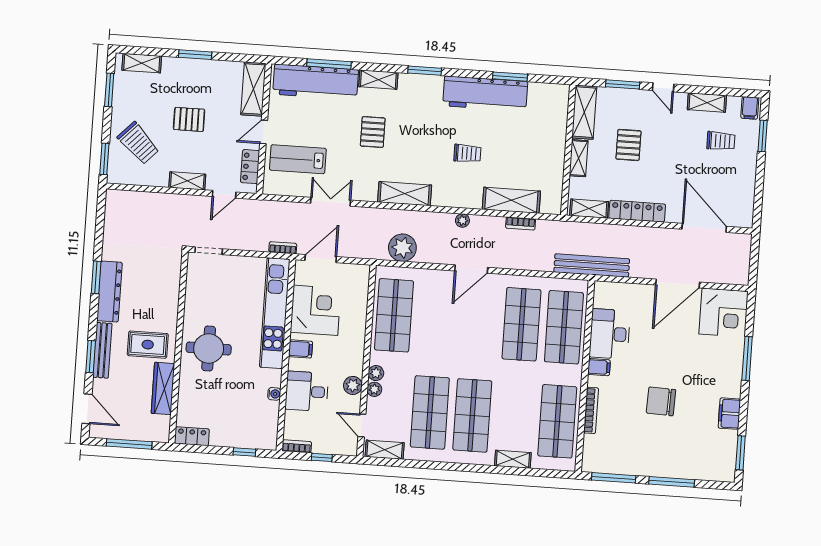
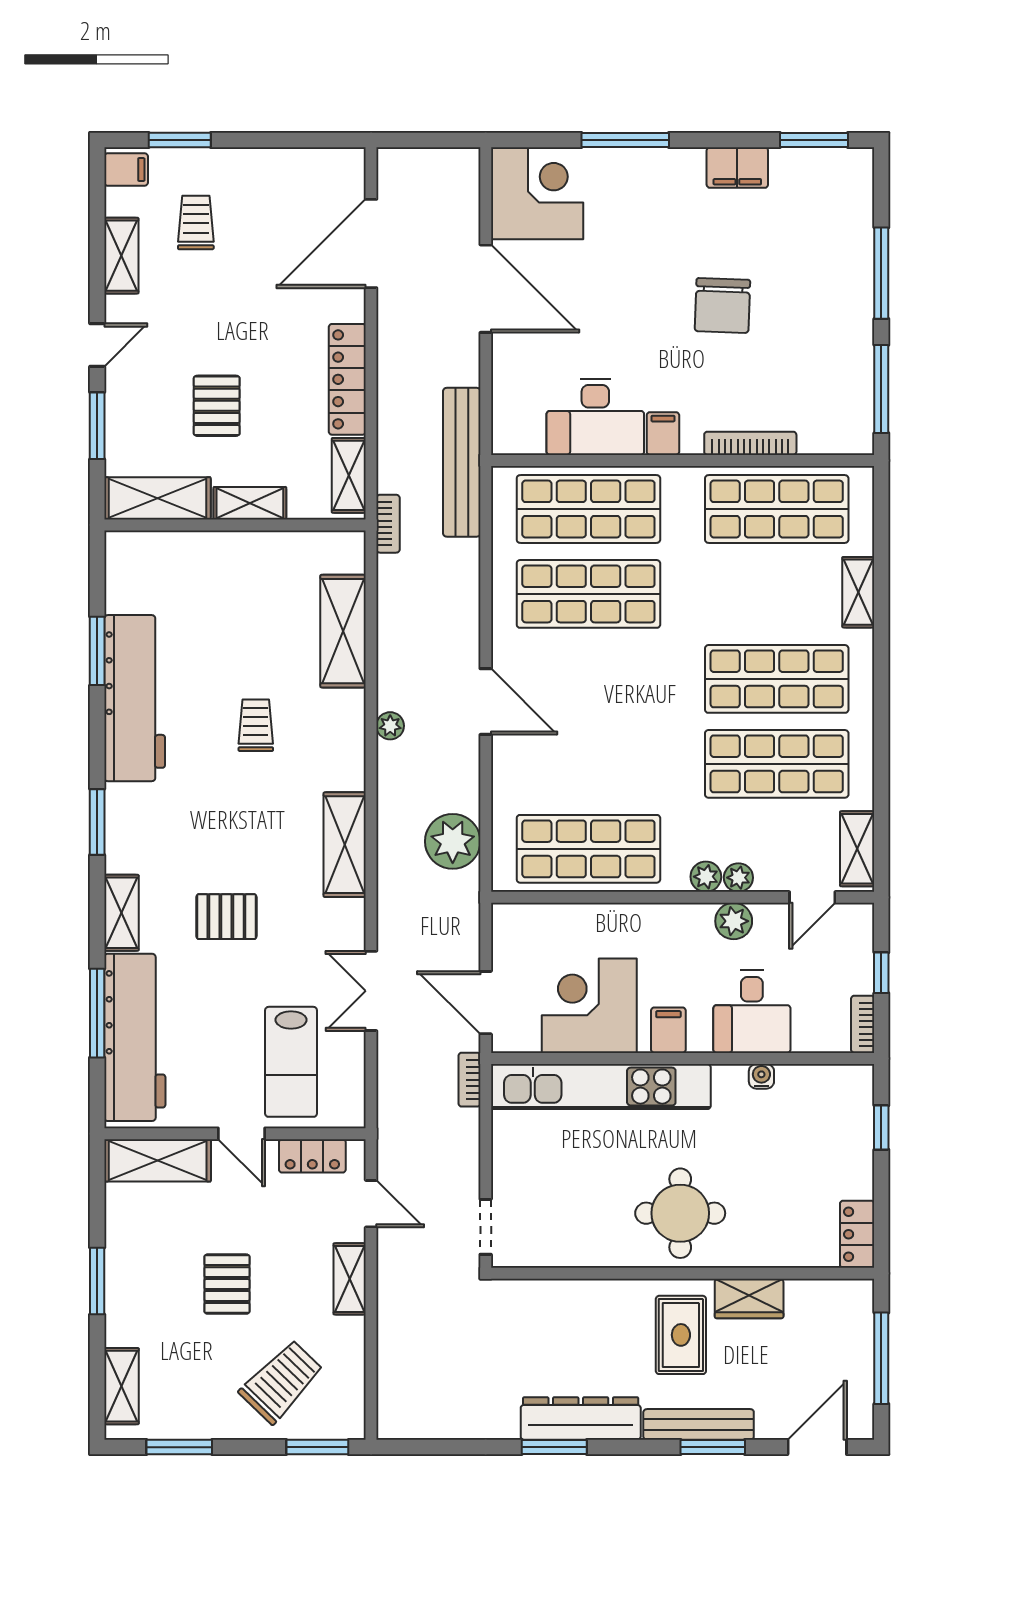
pallet: (628, 145) -> (217, 406), turned 90
bookcase: (521, 224) -> (388, 524), moved
wardrobe: (163, 388) -> (749, 1299), width x0.67

